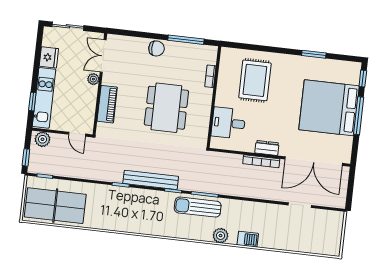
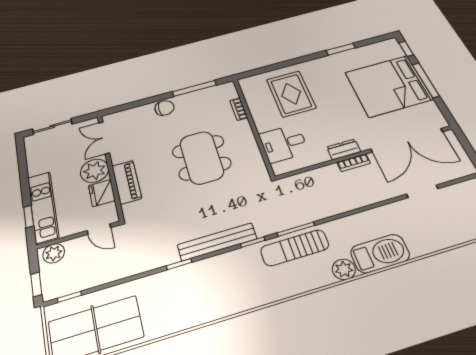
fridge: (49, 57) -> (102, 193), moved, turned 180
plant: (93, 79) -> (95, 171), width x1.87, depth x1.87
bookcase: (261, 161) -> (354, 163), width x0.64
barbecue: (248, 239) -> (380, 254), width x1.88, depth x1.53

